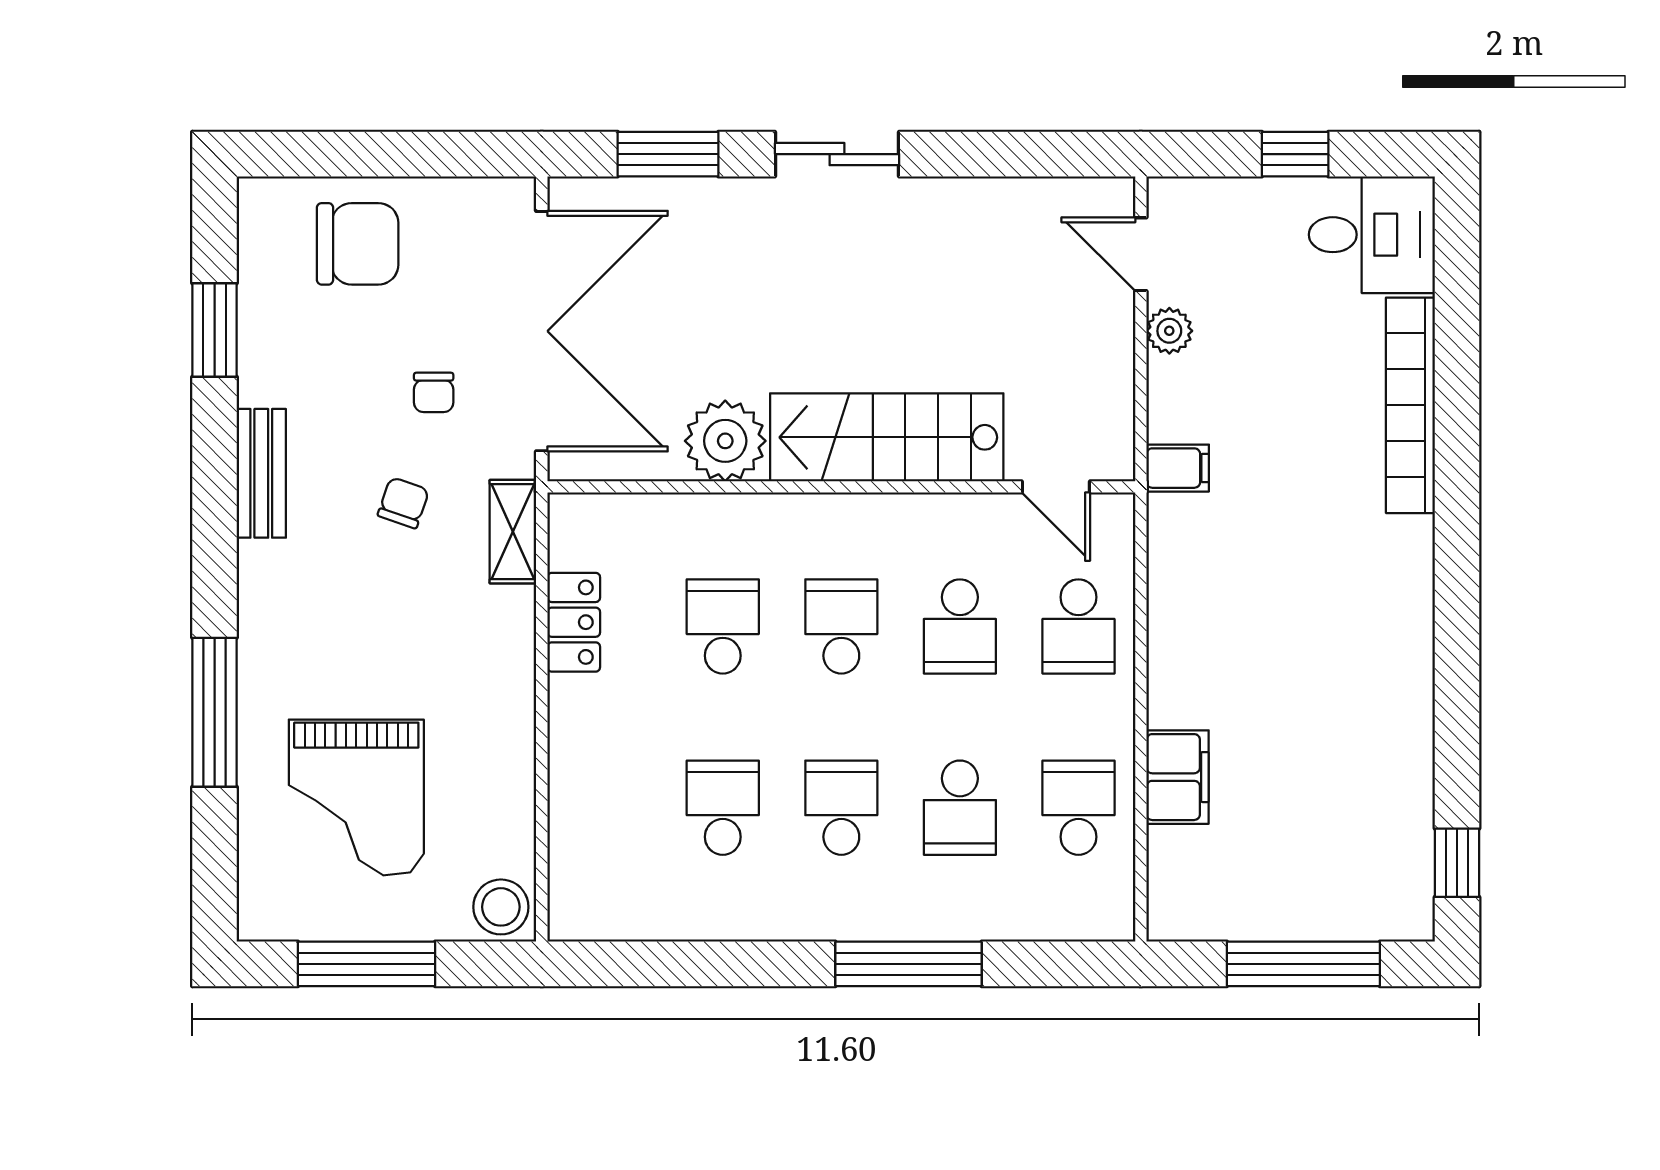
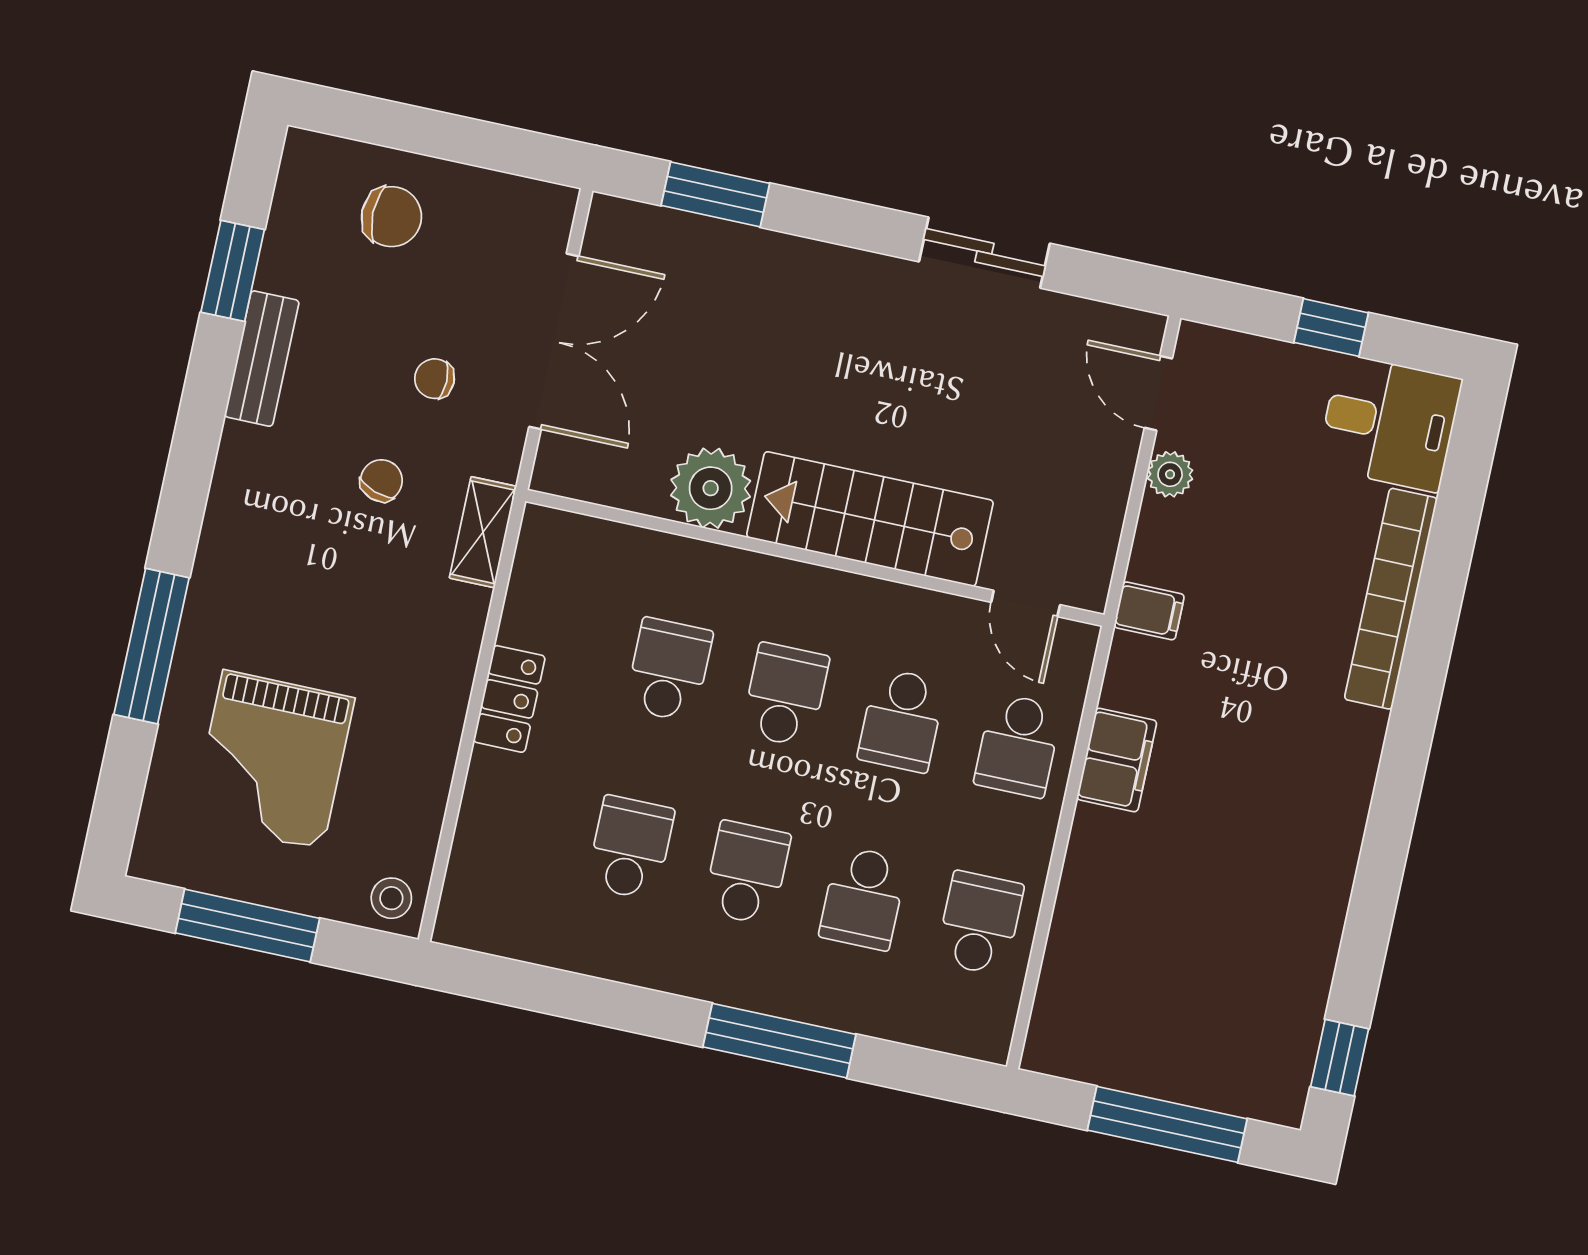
sliding door: (837, 154) -> (984, 253), moved
chair: (358, 244) -> (391, 217), width x0.73, depth x0.73
double door: (542, 331) -> (554, 341), width x0.73
chair: (434, 392) -> (435, 379), turned 90
bench: (261, 473) -> (262, 359), moved
locker: (574, 622) -> (509, 699), moved
filing cabinet: (1178, 777) -> (1117, 760), moved
stool: (501, 907) -> (391, 898), width x0.73, depth x0.73

